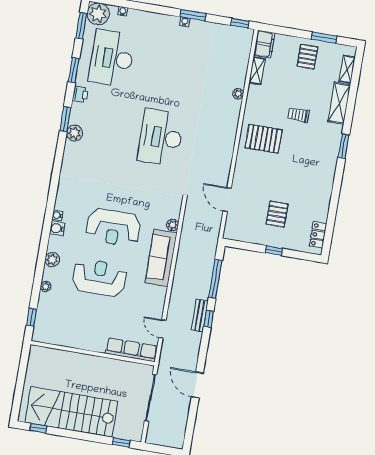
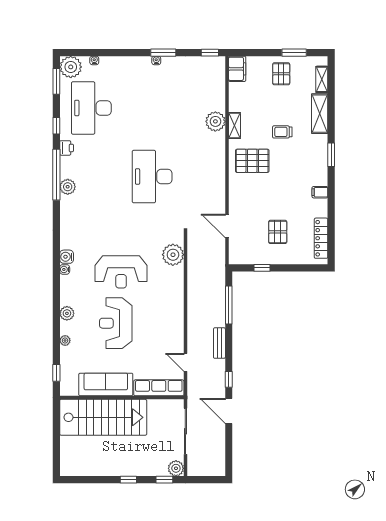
window: (74, 70) -> (56, 126), width x0.67
shelving: (257, 71) -> (235, 125), moved
plant: (238, 94) -> (215, 121), width x1.88, depth x1.88
window: (65, 119) -> (56, 175), width x2.11
filing cabinet: (326, 182) -> (320, 192), added
plant: (172, 225) -> (173, 255), width x1.88, depth x1.88
water cooler: (57, 228) -> (67, 257), moved
locker: (318, 235) -> (321, 238), width x1.53
window: (274, 251) -> (262, 268), moved
sofa: (161, 258) -> (106, 384), moved, turned 90
reception desk: (99, 278) -> (116, 323), turned -90
window: (209, 319) -> (229, 379), moved
stairs: (71, 412) -> (103, 417), moved, turned 180
window: (38, 428) -> (128, 480), moved
plant: (135, 433) -> (176, 468), added

